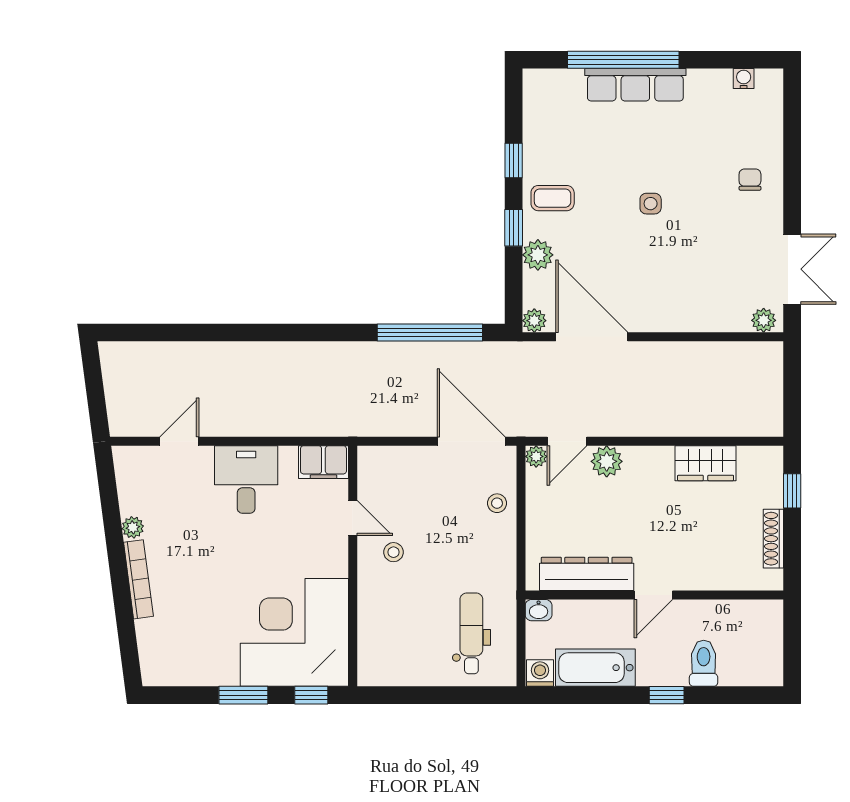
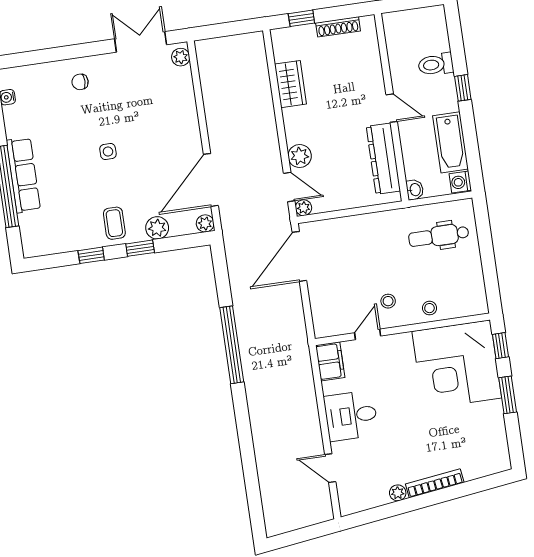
window: (430, 332) -> (232, 345), moved
stool: (497, 503) -> (429, 308), moved

